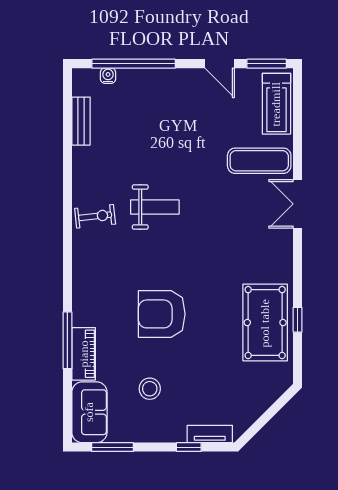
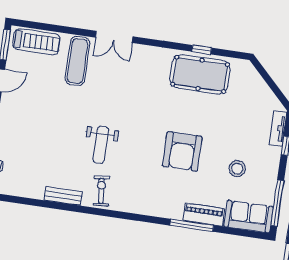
bench: (81, 121) -> (63, 196), moved
weight bench: (155, 207) -> (101, 145), turned 180
window: (112, 447) -> (277, 203), width x1.44

